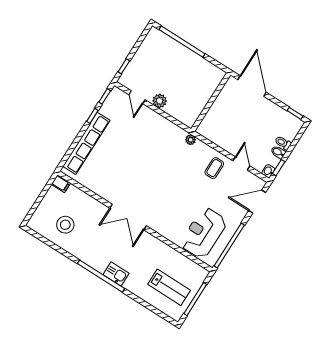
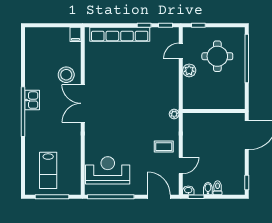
round table: (163, 67) -> (217, 56), added
stool: (65, 225) -> (66, 75), moved
kitchen sink: (116, 274) -> (32, 100), moved

